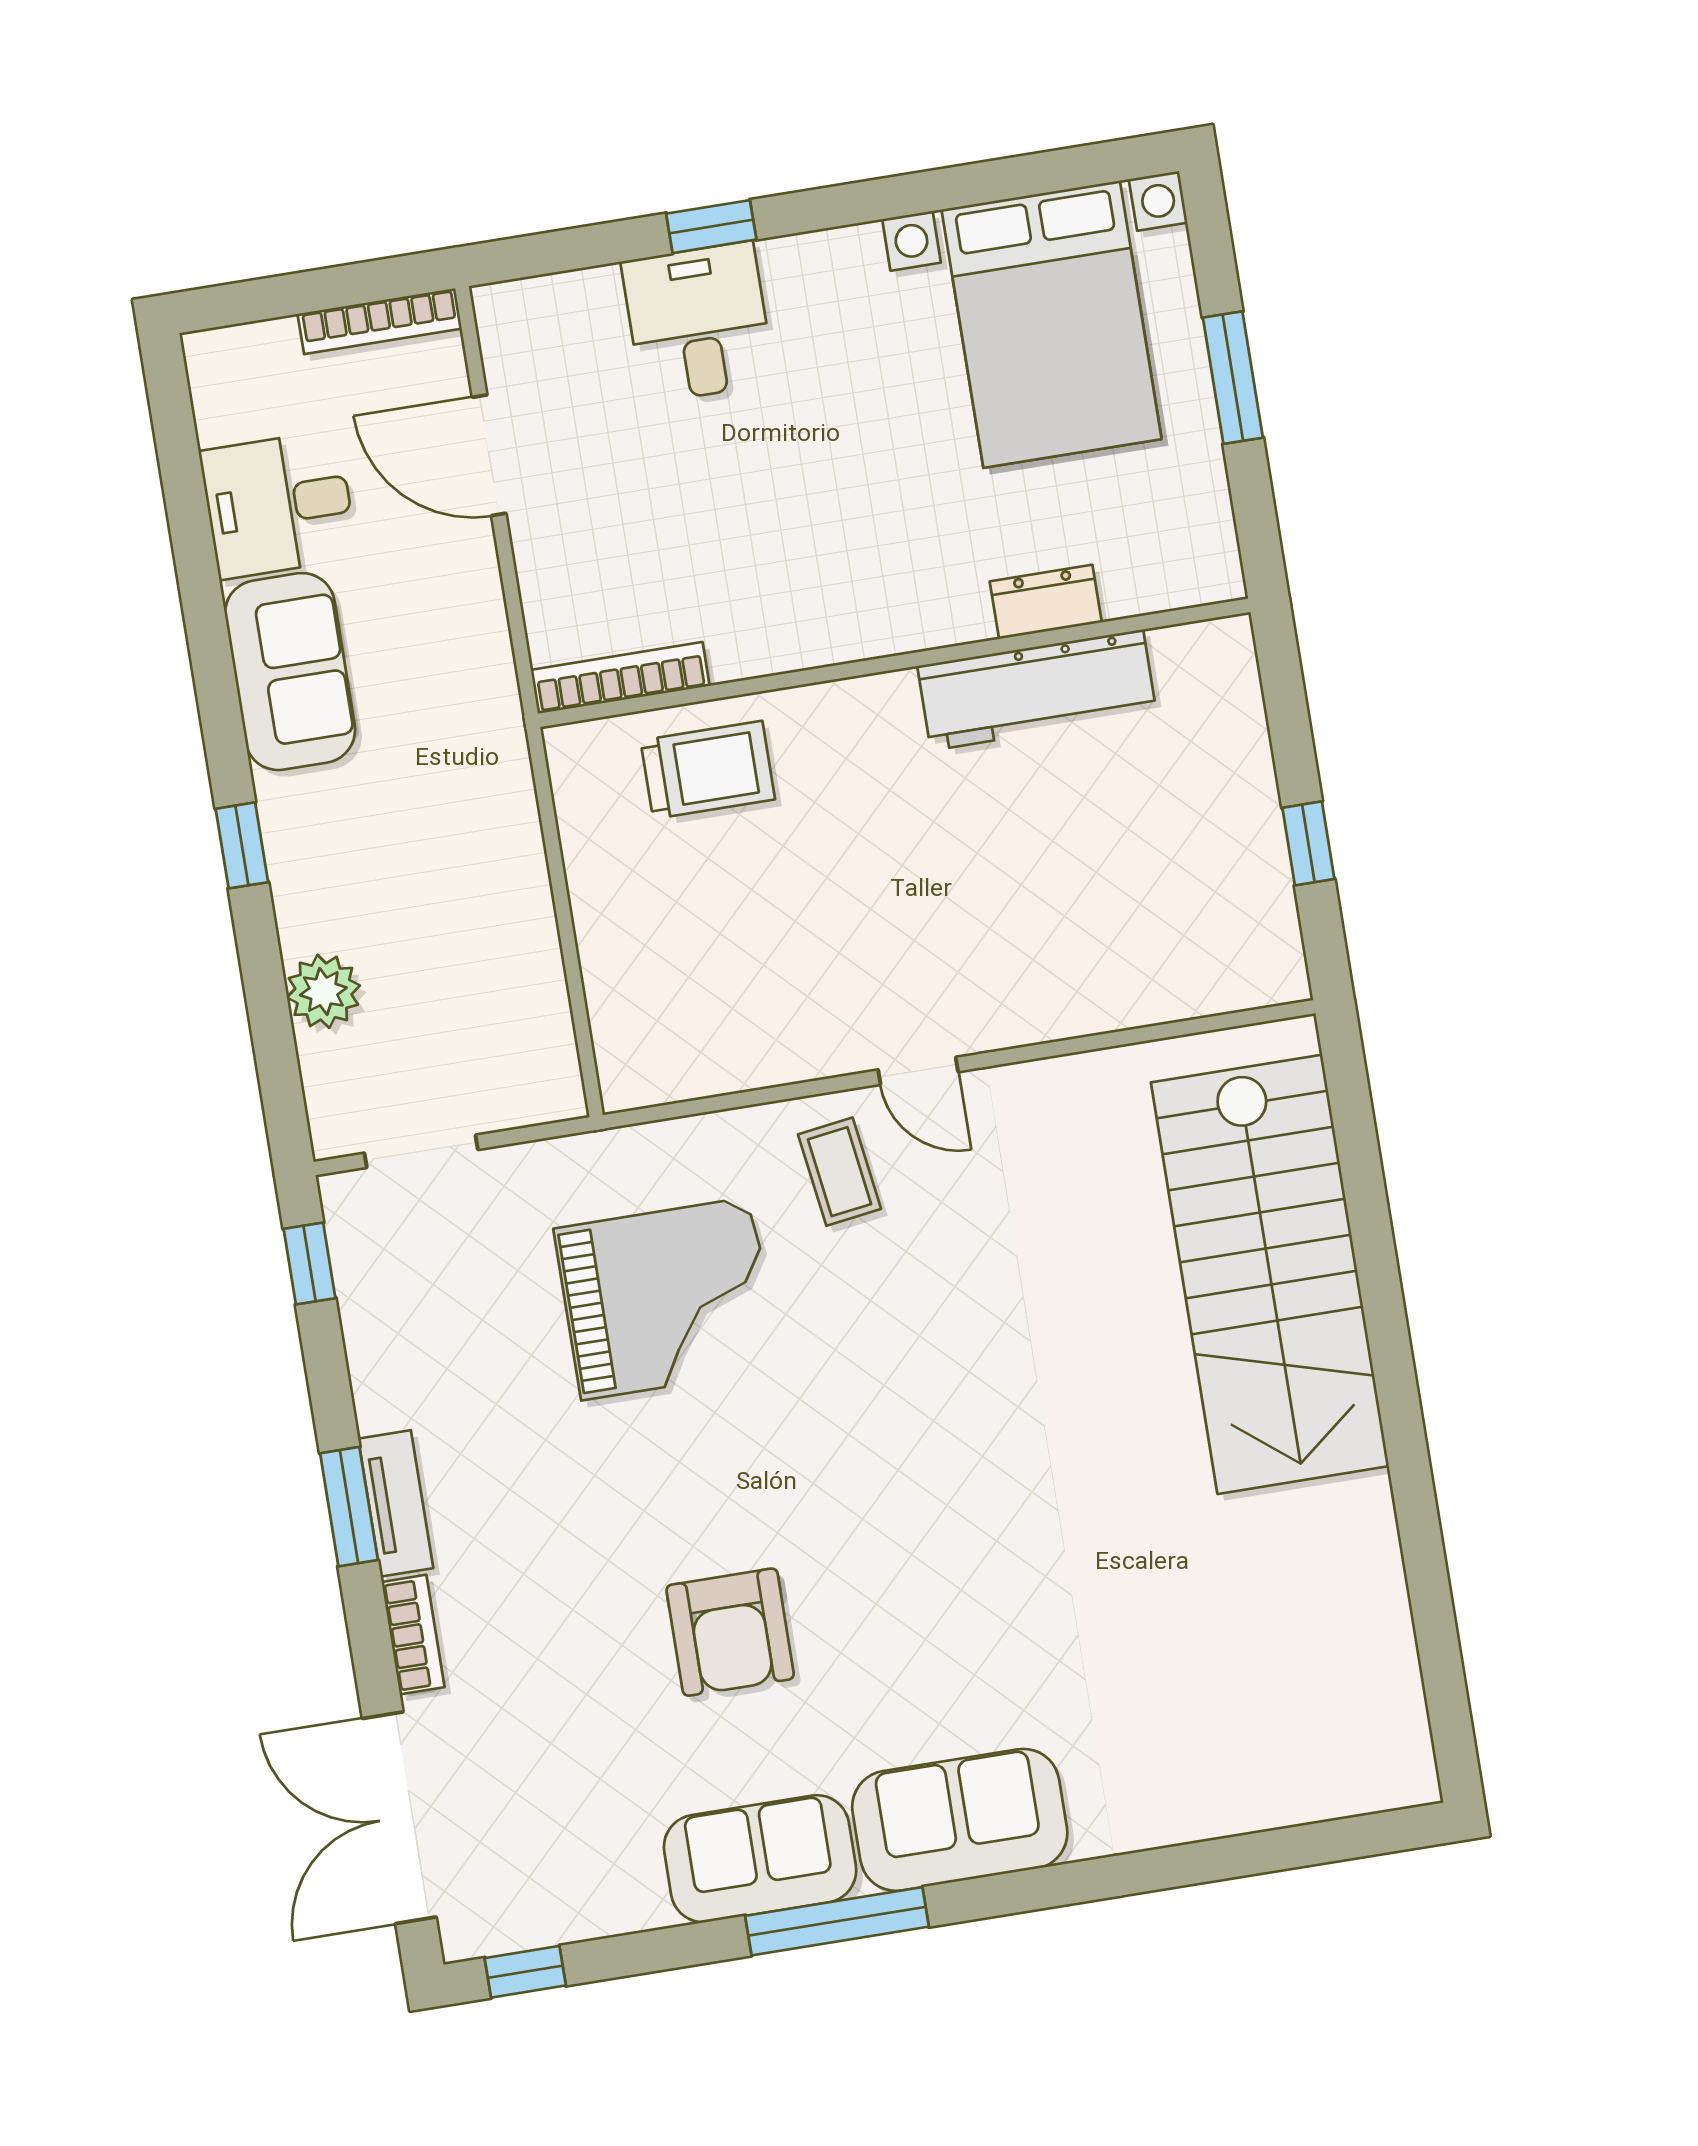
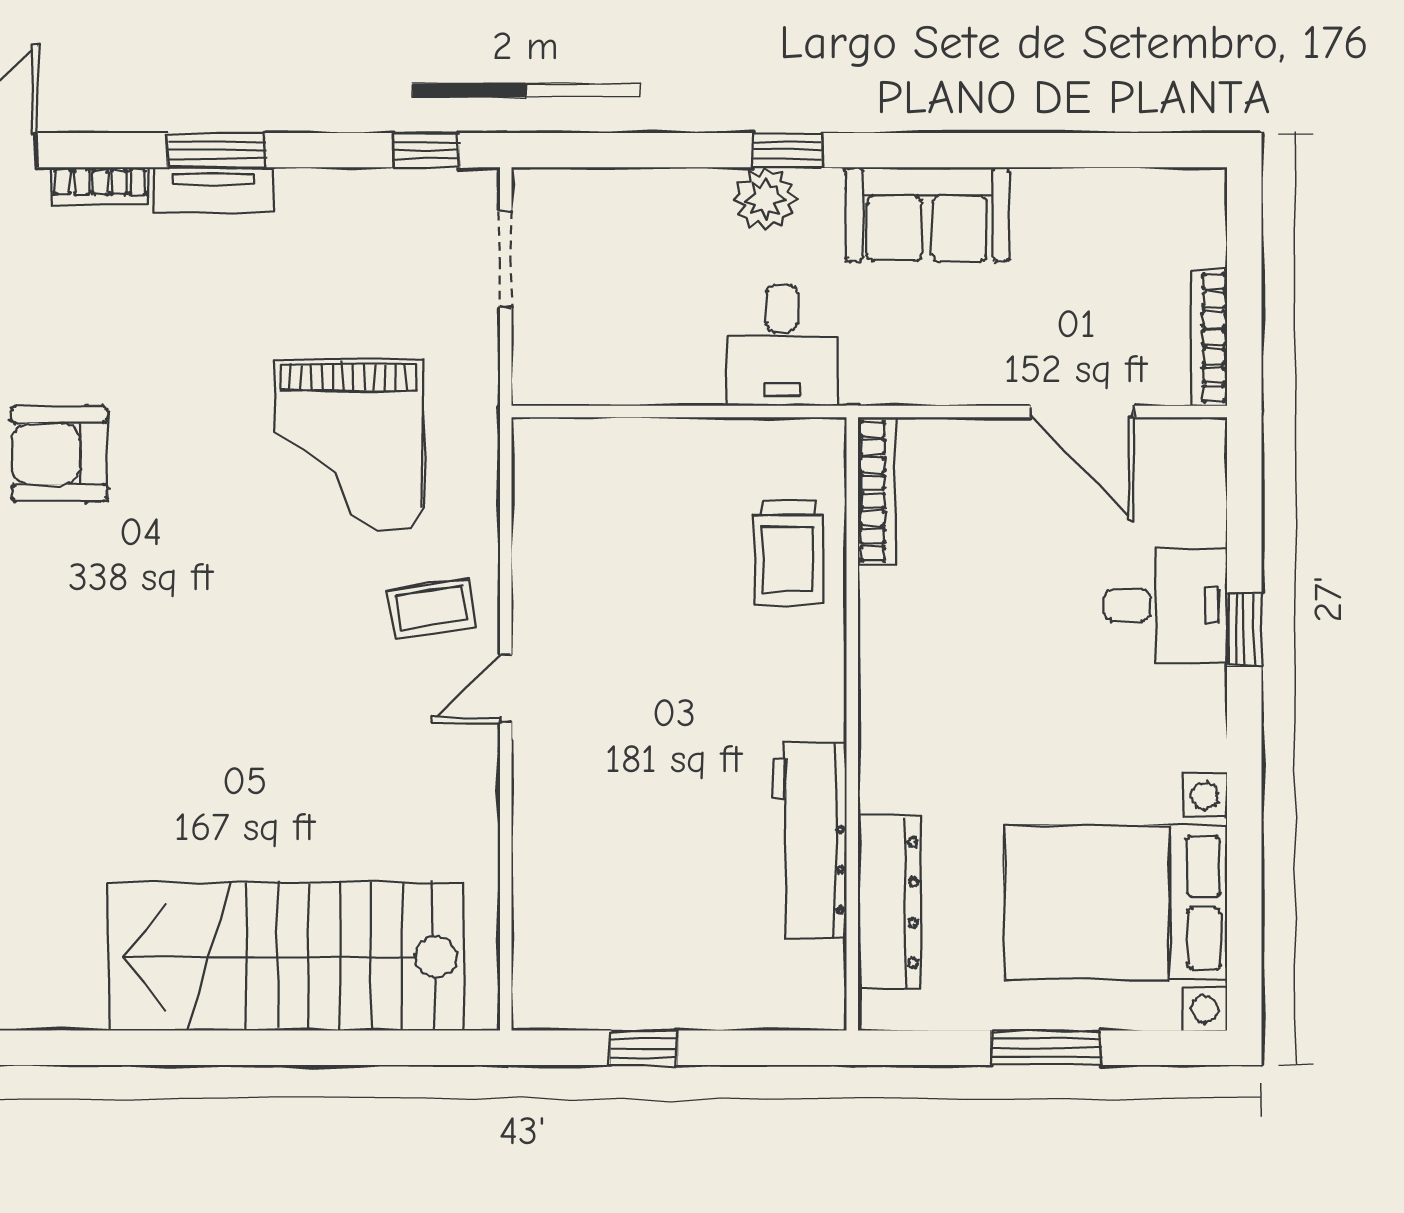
door: (489, 455) -> (1082, 411), swing flipped
desk: (278, 505) -> (782, 346), moved, turned 180
dresser: (1046, 602) -> (889, 902), width x1.96, depth x1.24
plant: (323, 991) -> (765, 199), moved

